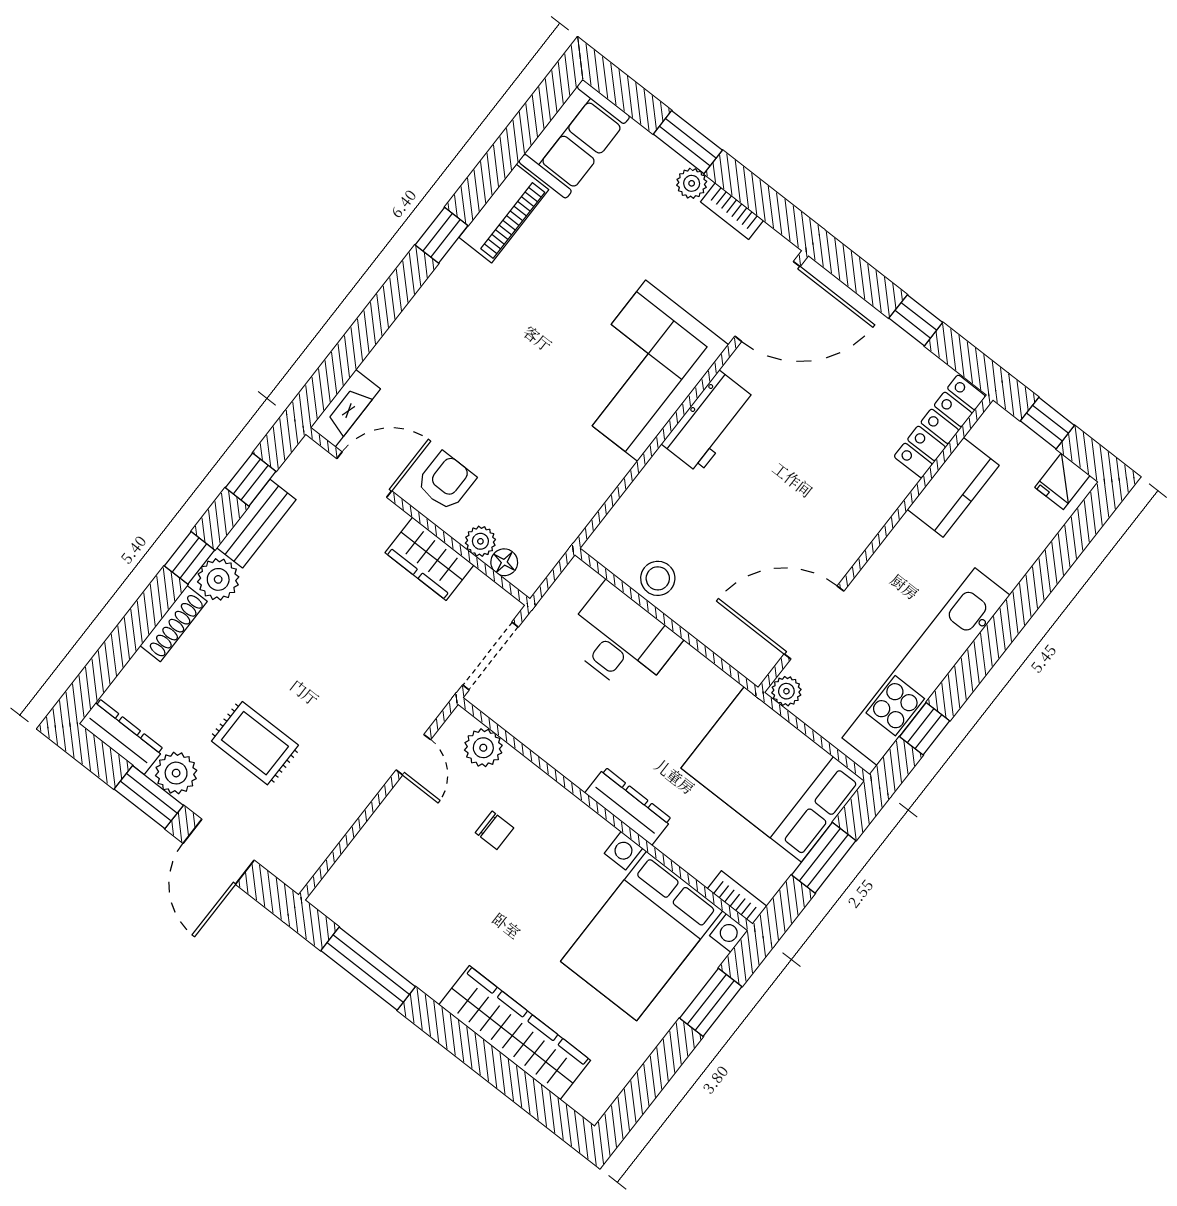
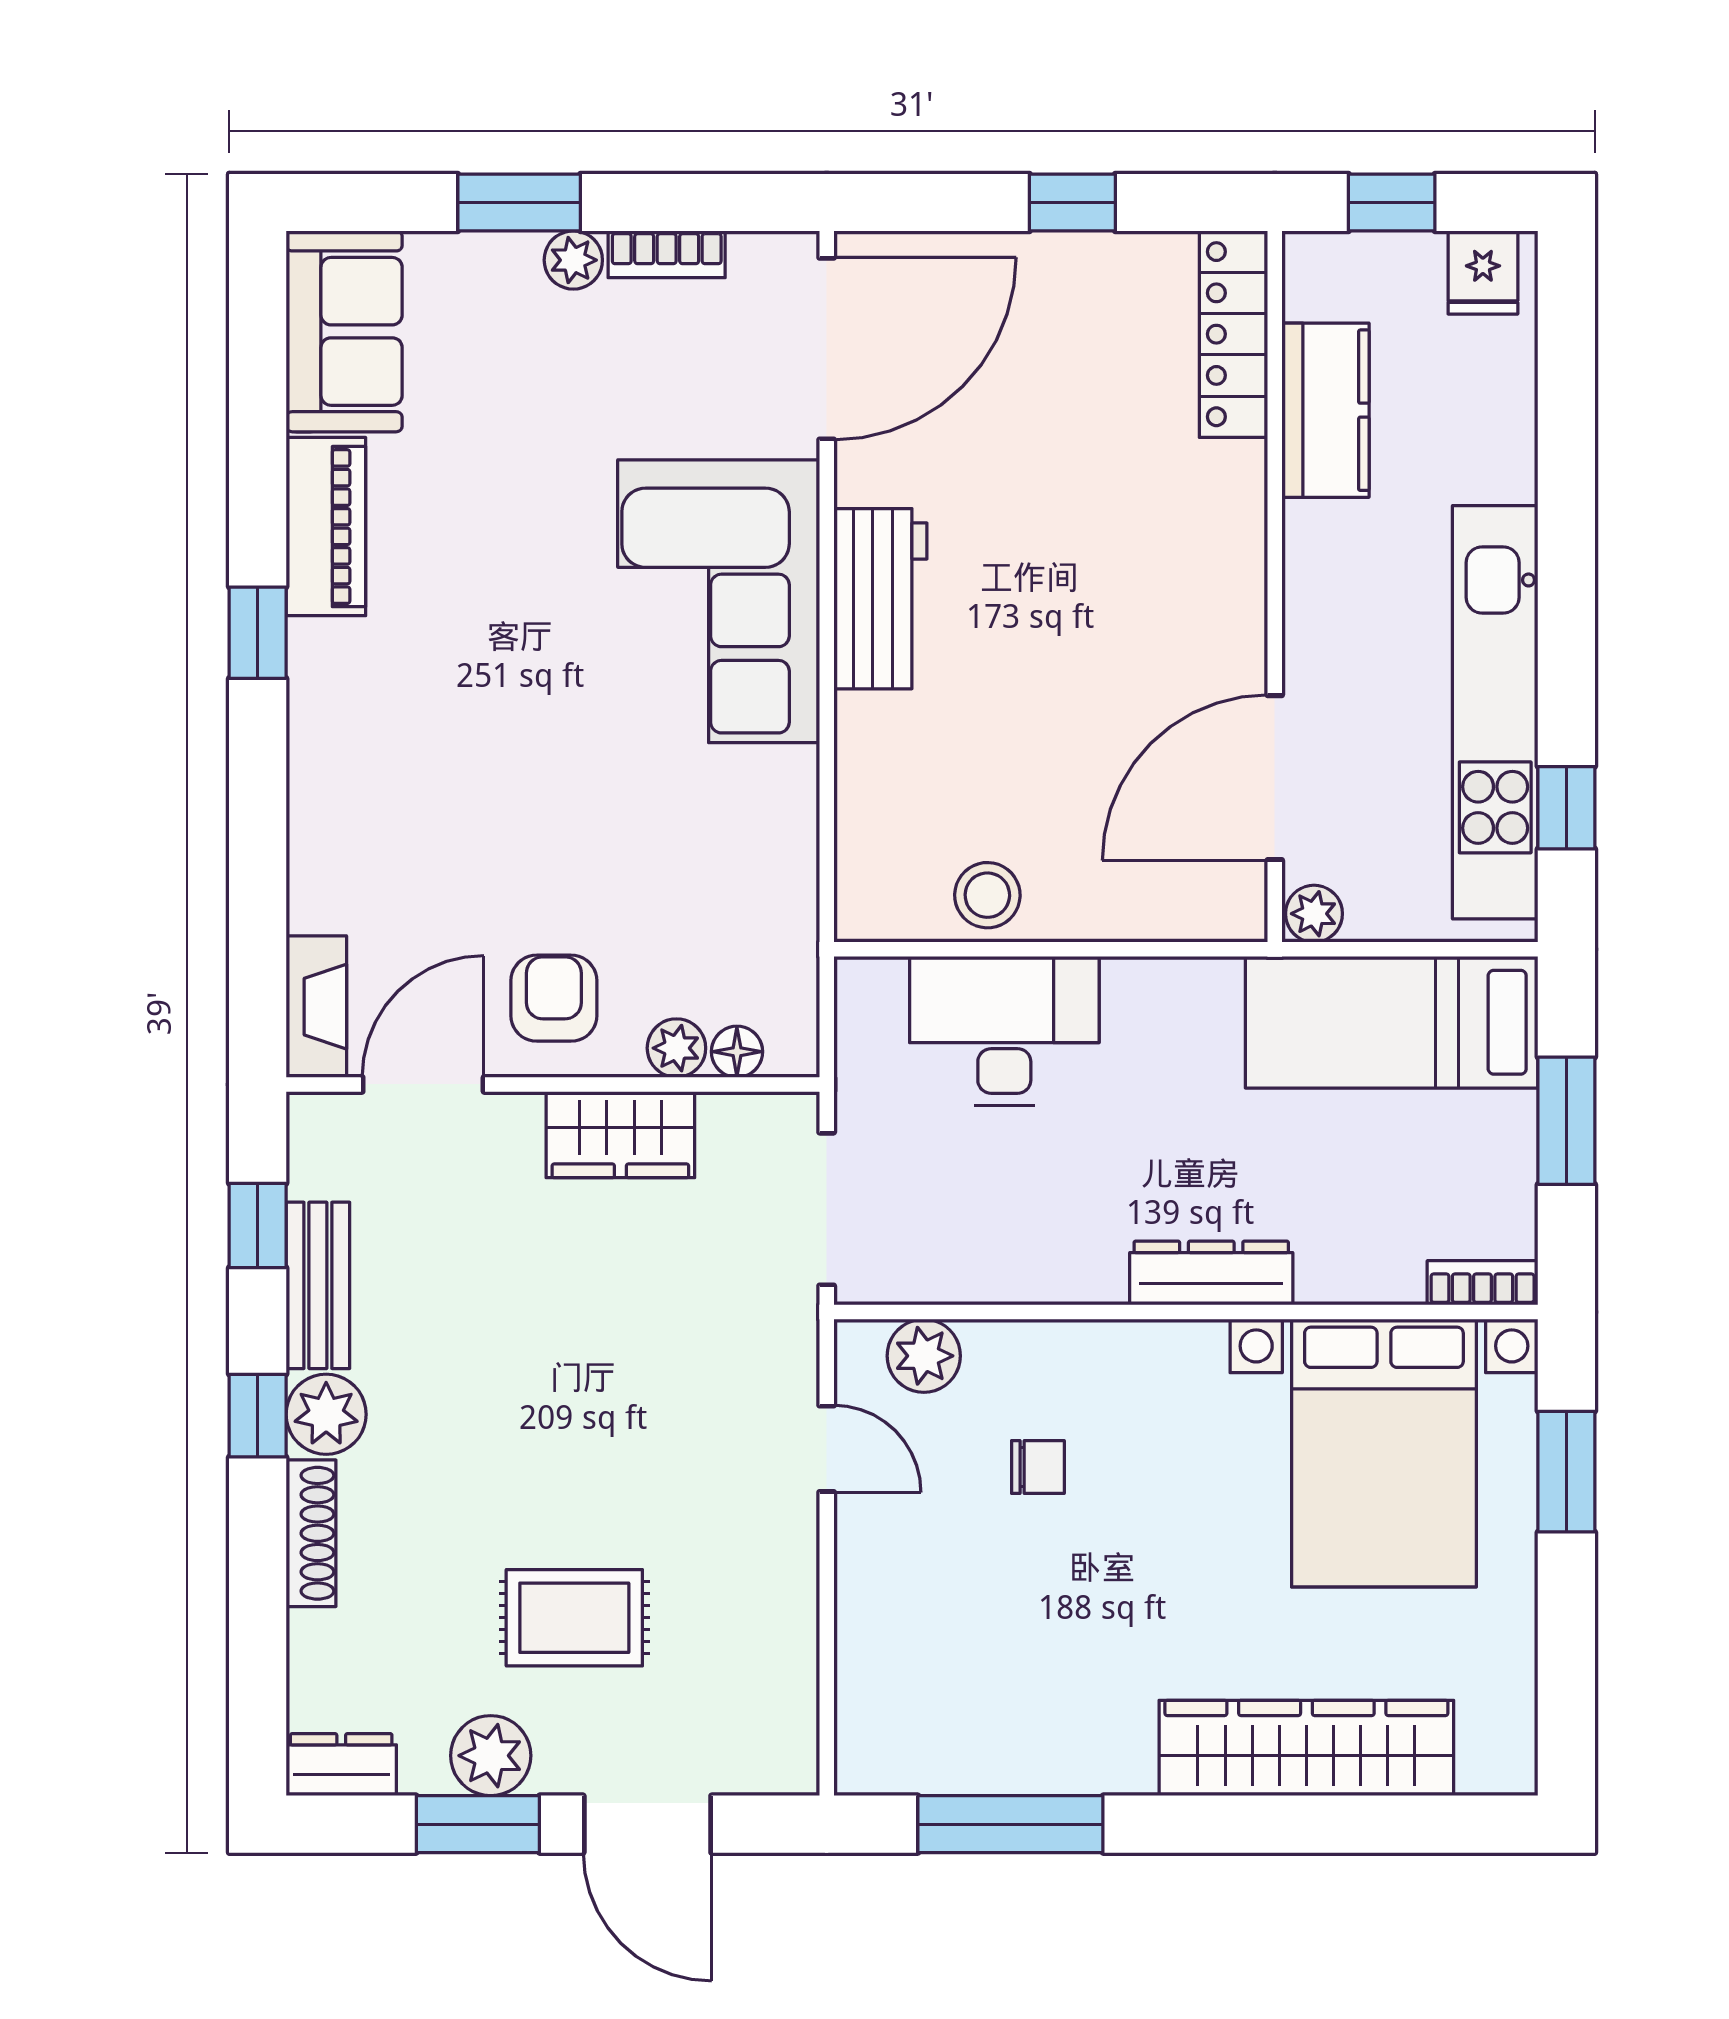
dresser: (122, 736) -> (341, 1765), width x0.70
bed: (773, 774) -> (1392, 1022), width x0.67

